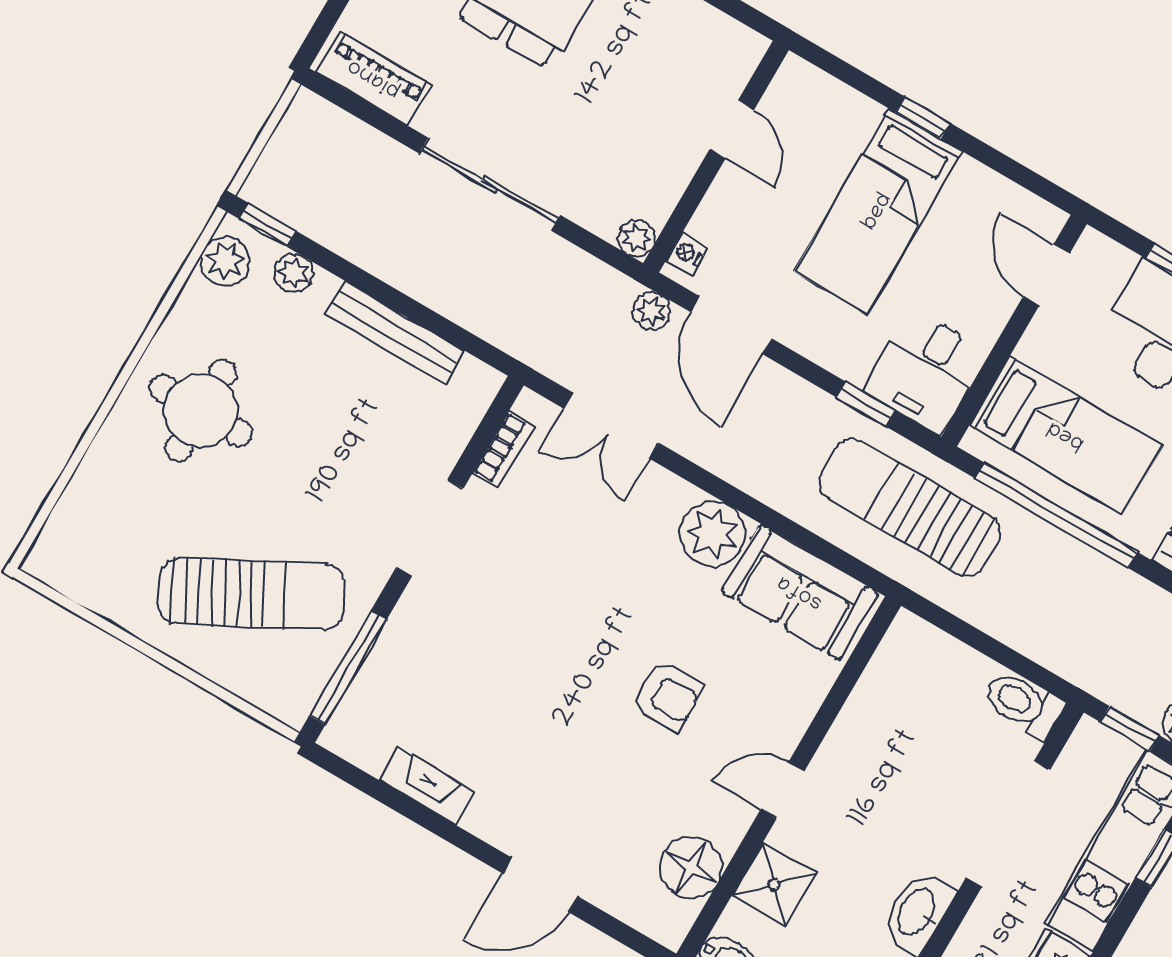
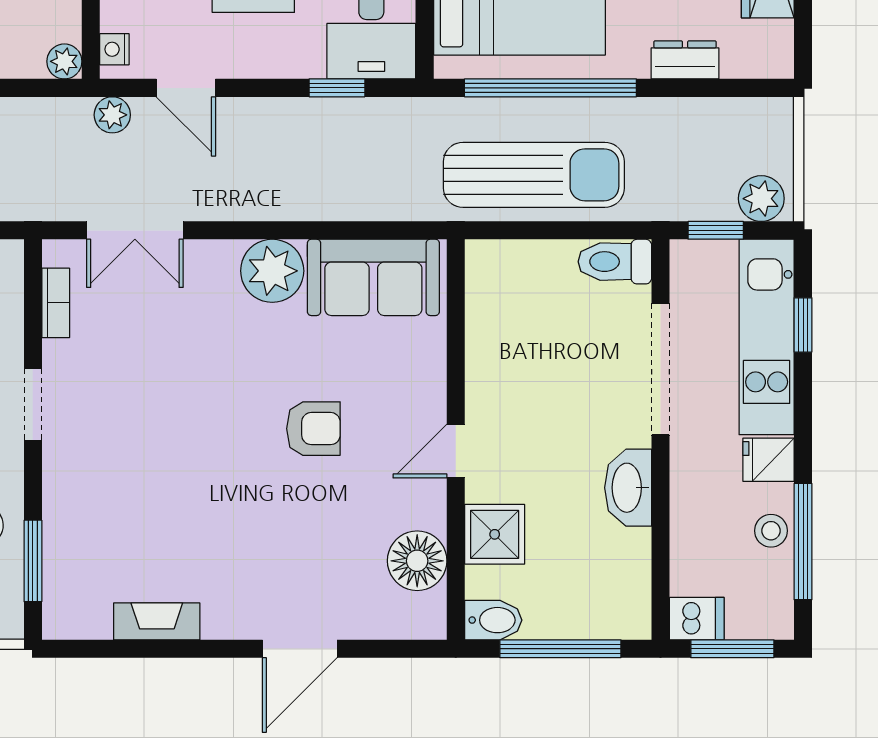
door: (731, 325) -> (186, 88), width x0.73
sun lounger: (910, 507) -> (534, 175), moved, turned 180
doorway: (430, 528) -> (33, 405), width x0.73
window: (348, 668) -> (33, 561), width x0.69

